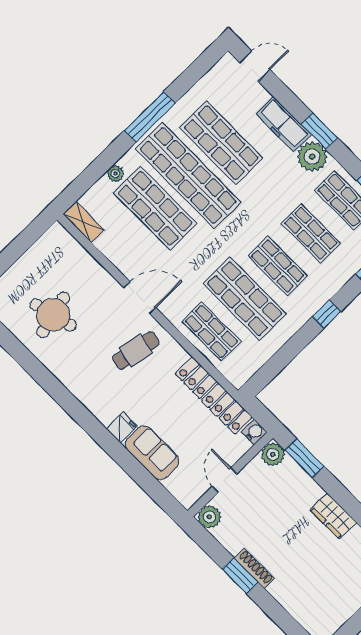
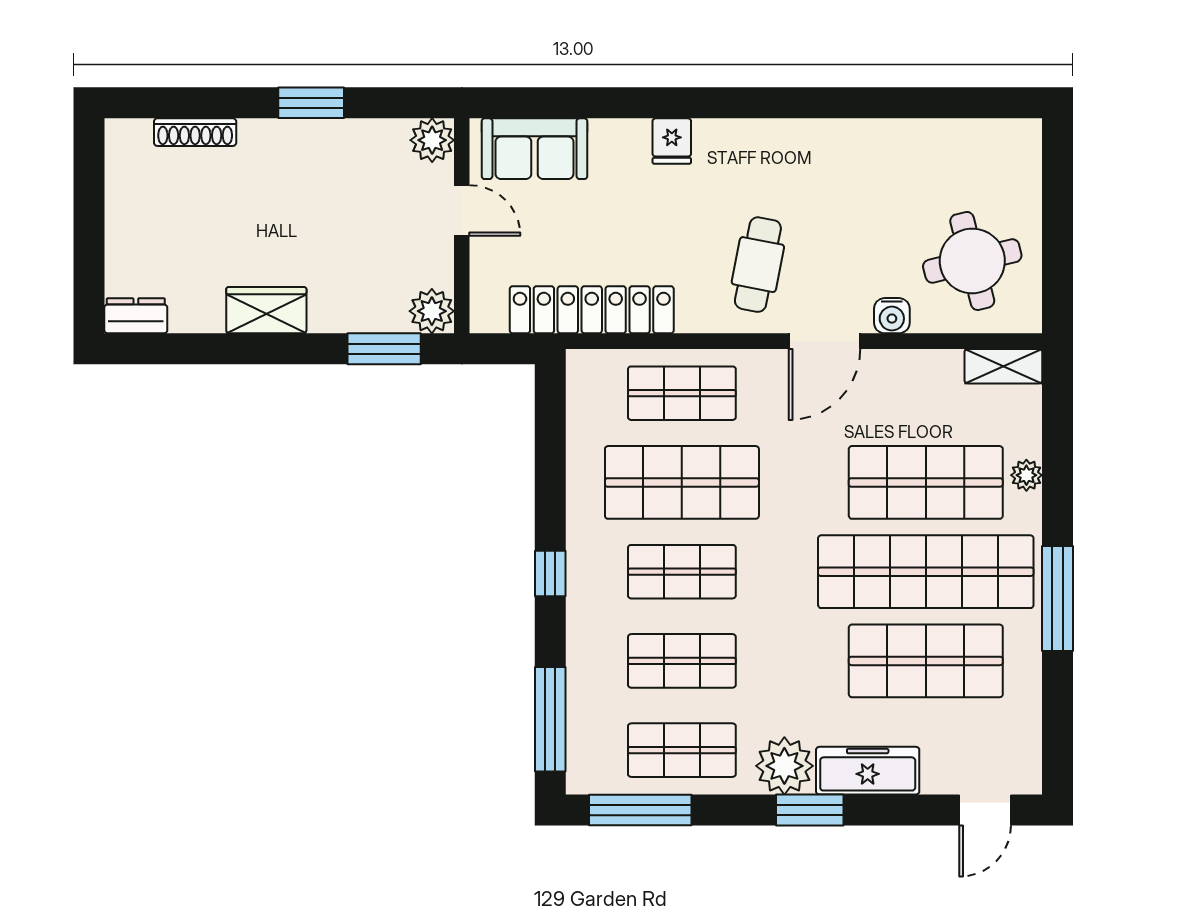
round table: (53, 315) -> (972, 261), moved
water cooler: (254, 432) -> (892, 316), moved
sofa: (152, 453) -> (534, 149), moved
shoe rack: (254, 568) -> (195, 132), moved

